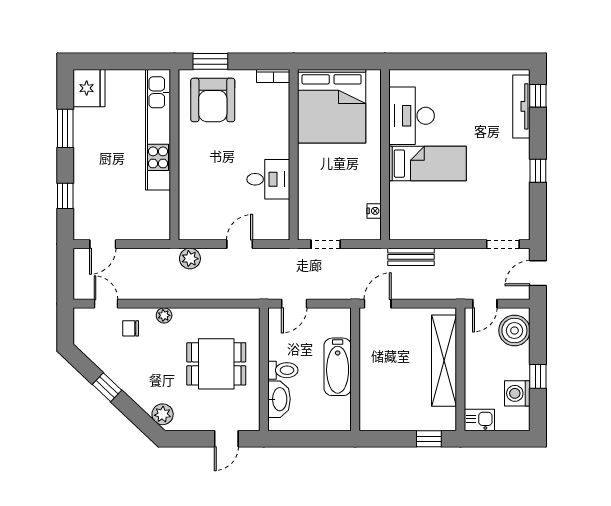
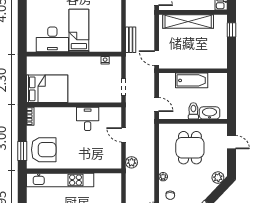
bed: (332, 106) -> (47, 89), width x0.73

